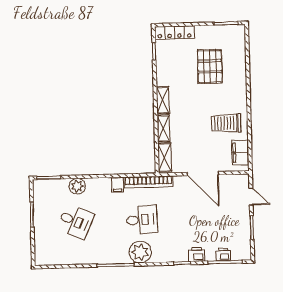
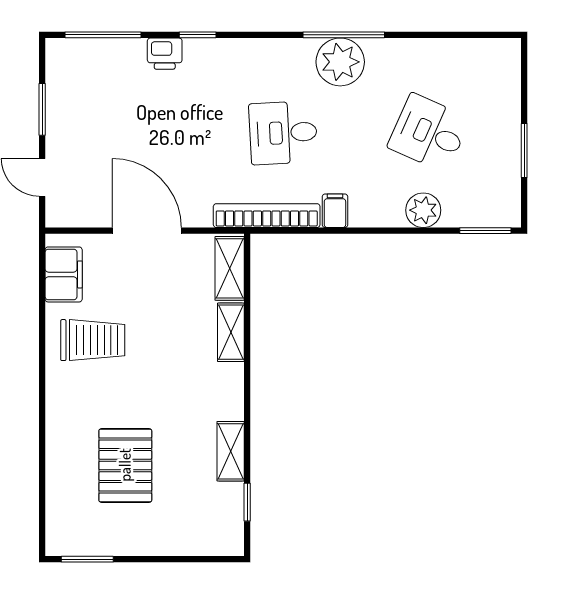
locker: (174, 33) -> (201, 542), removed
shelving: (163, 100) -> (231, 451), moved
plant: (140, 252) -> (340, 62), moved
printer: (223, 254) -> (107, 52), removed

